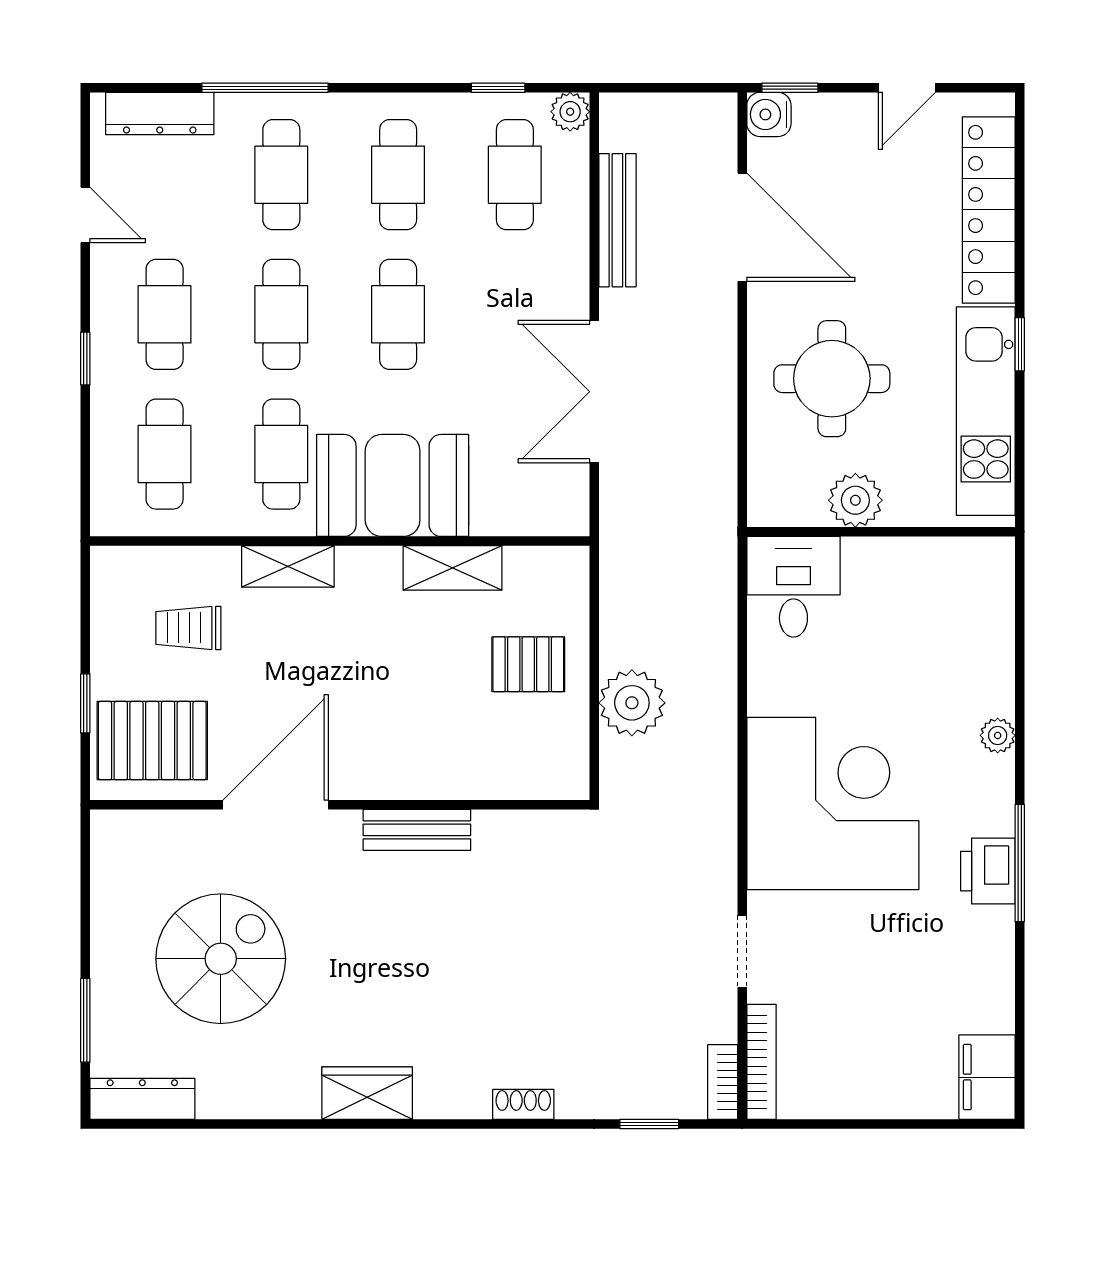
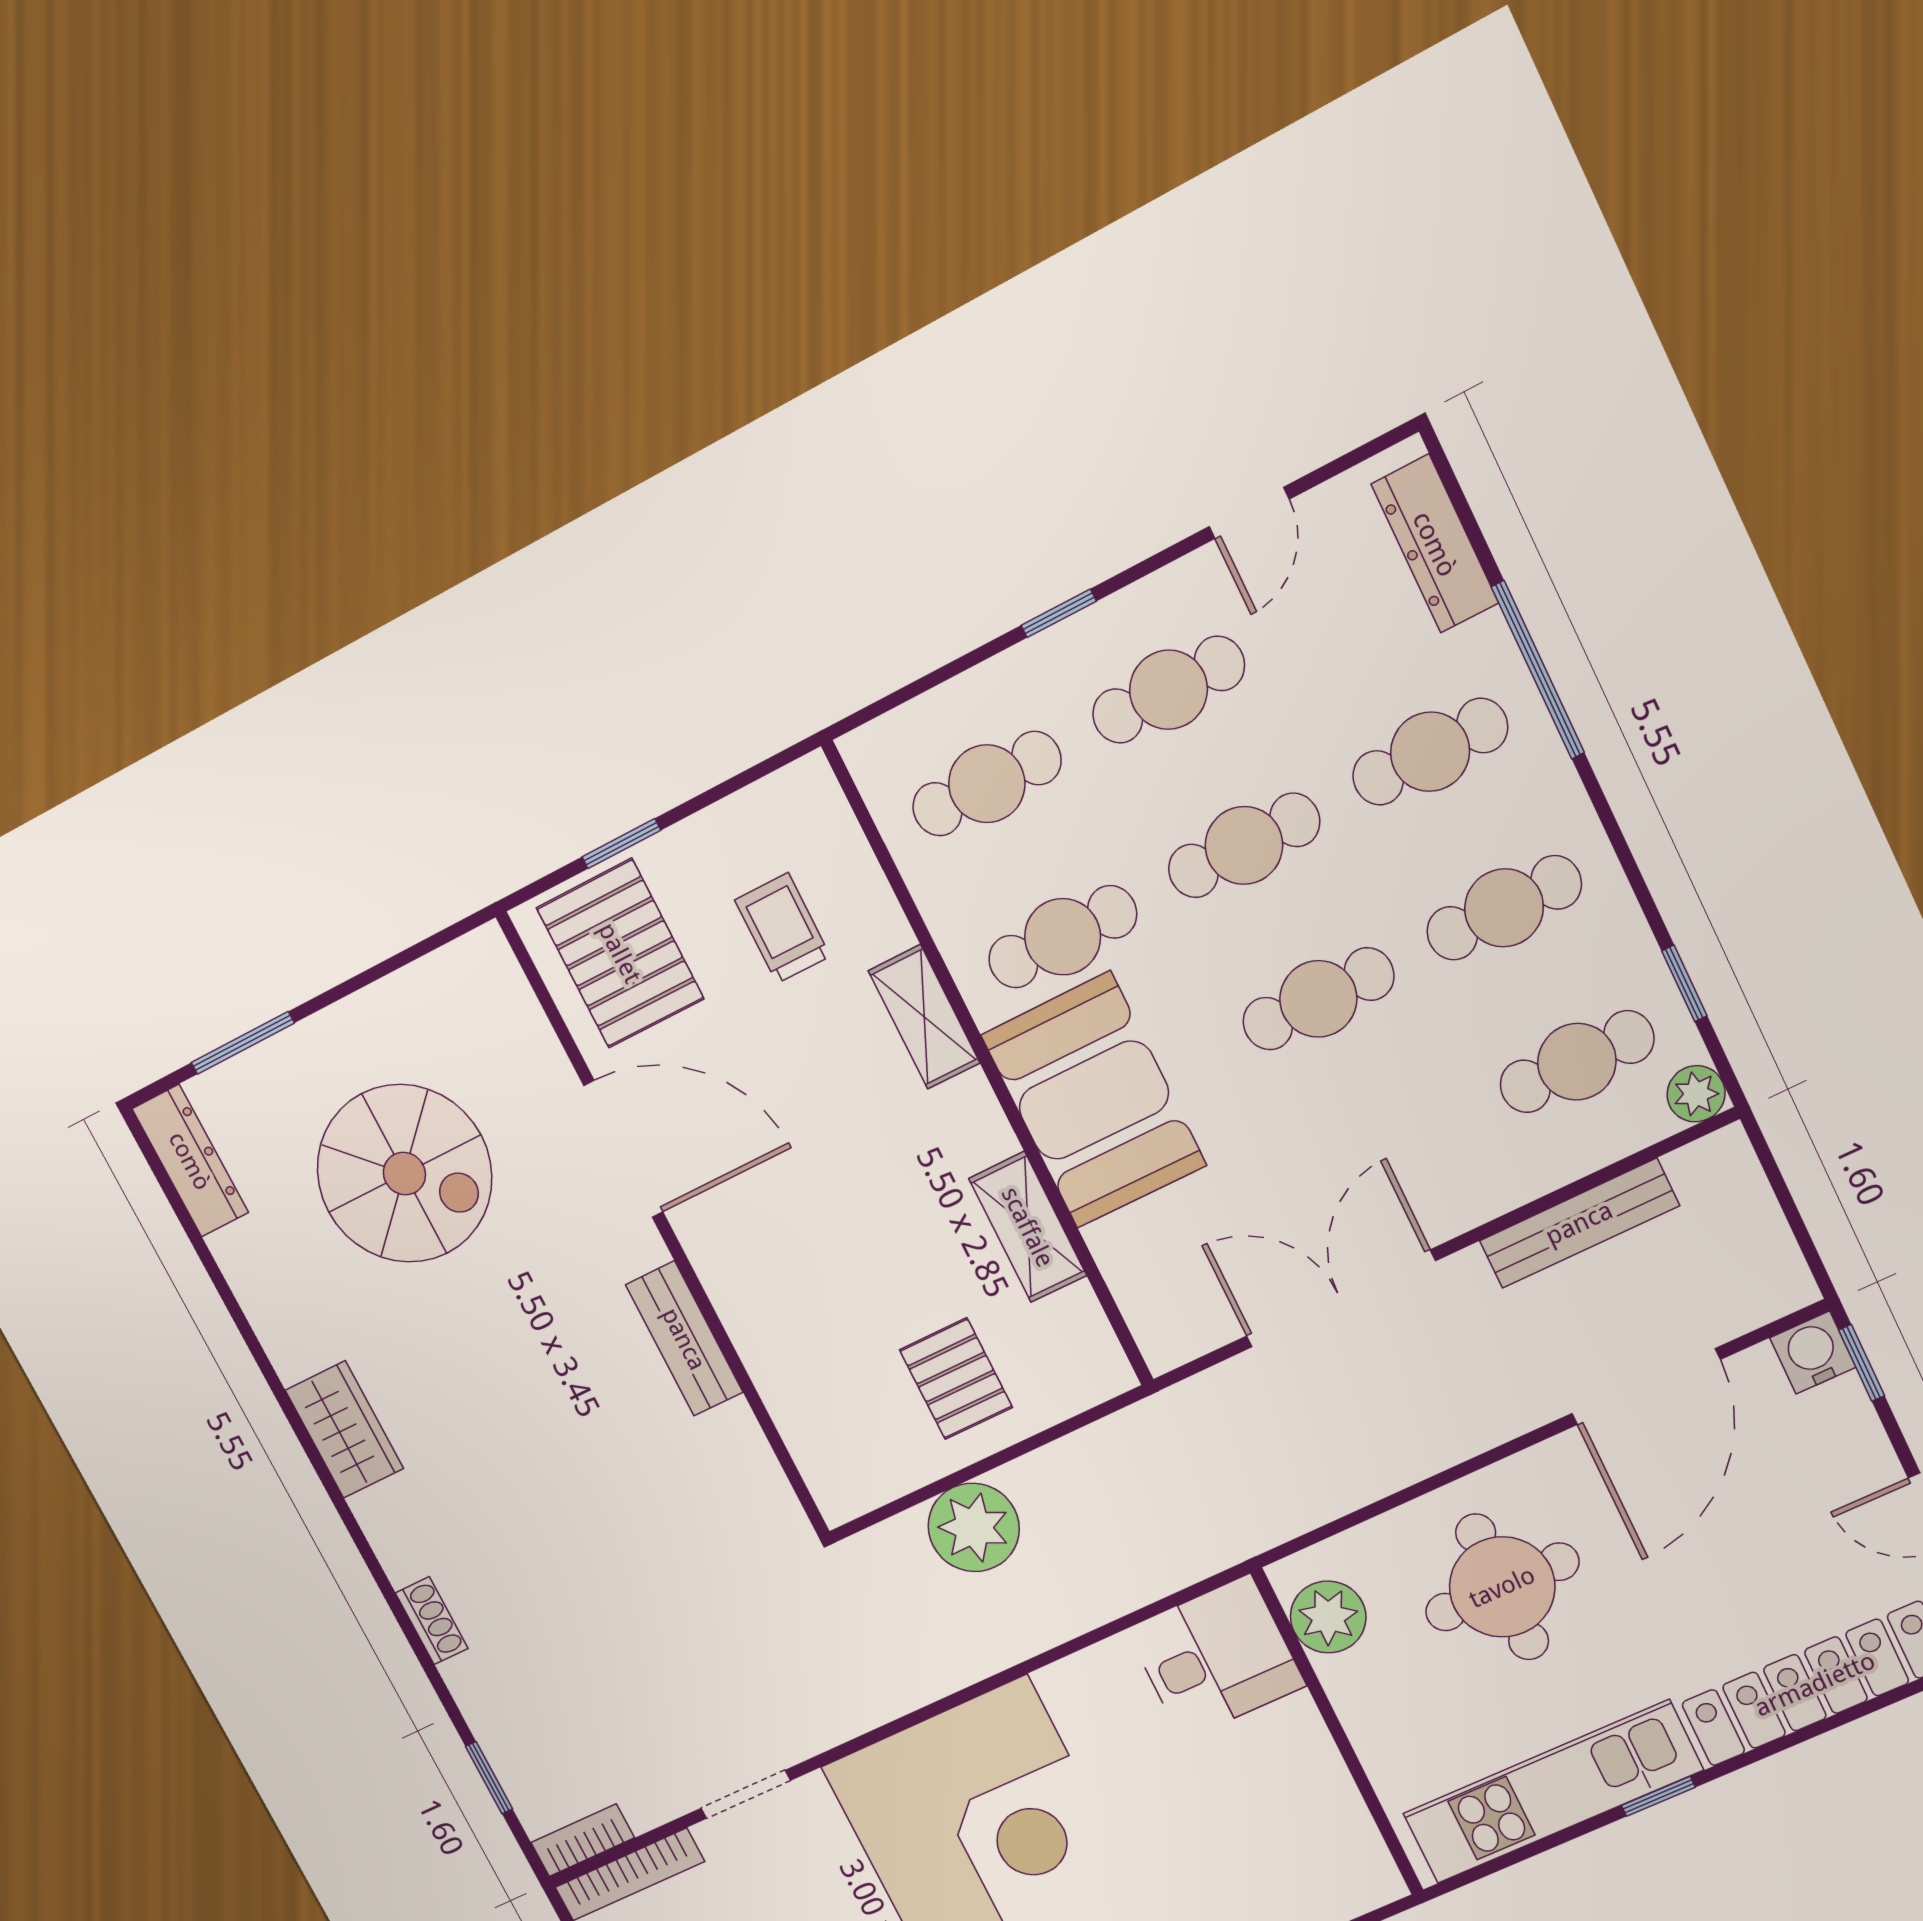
plant: (855, 500) -> (1328, 1617), moved

